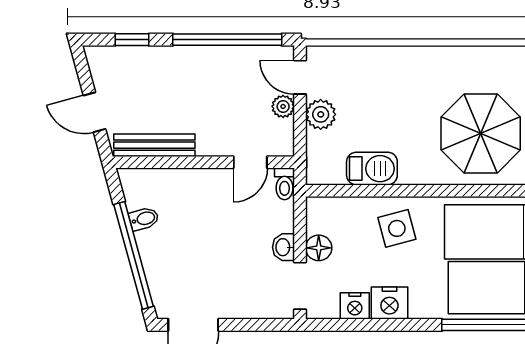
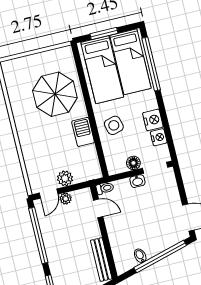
barbecue: (372, 169) -> (83, 132), moved

